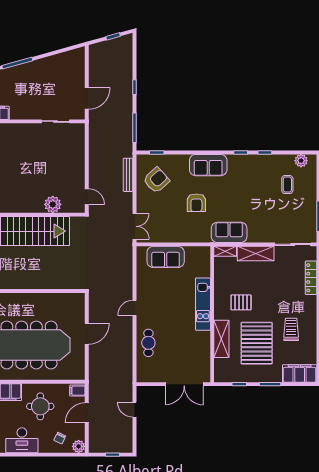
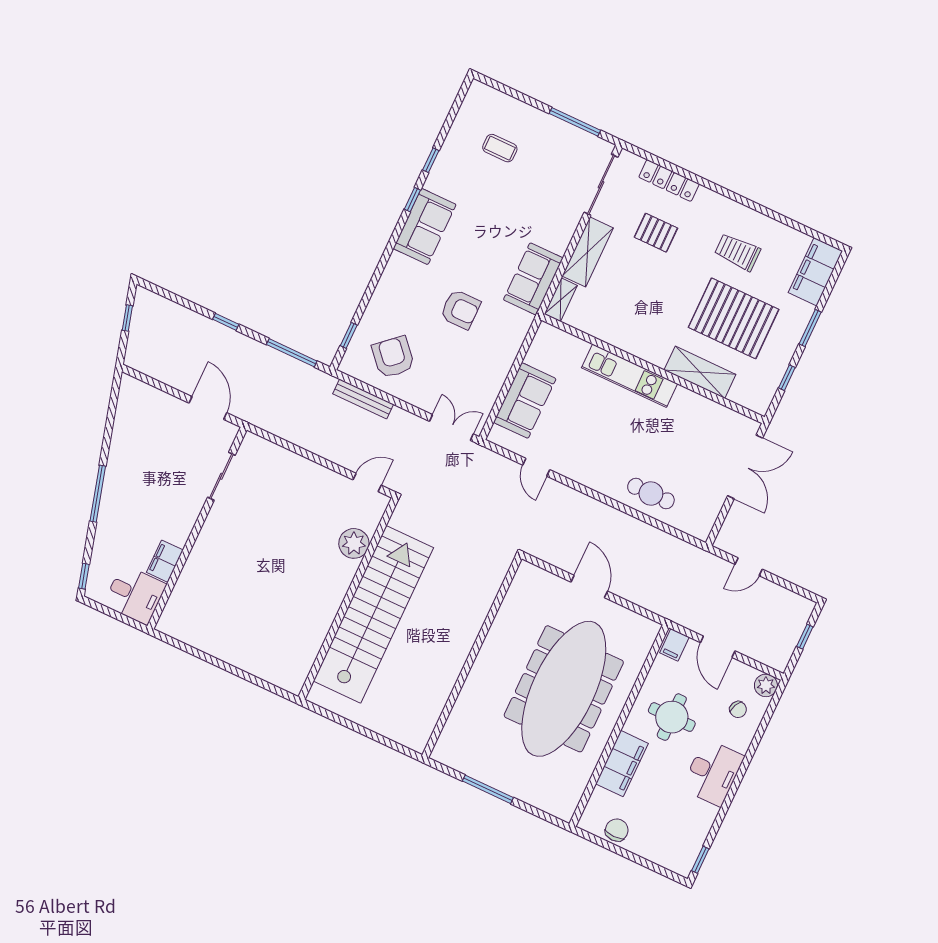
plant: (301, 161) -> (472, 108), removed
sofa: (208, 165) -> (425, 226), moved
pallet: (241, 302) -> (656, 233), moved, turned 90
door: (134, 308) -> (536, 467), moved

